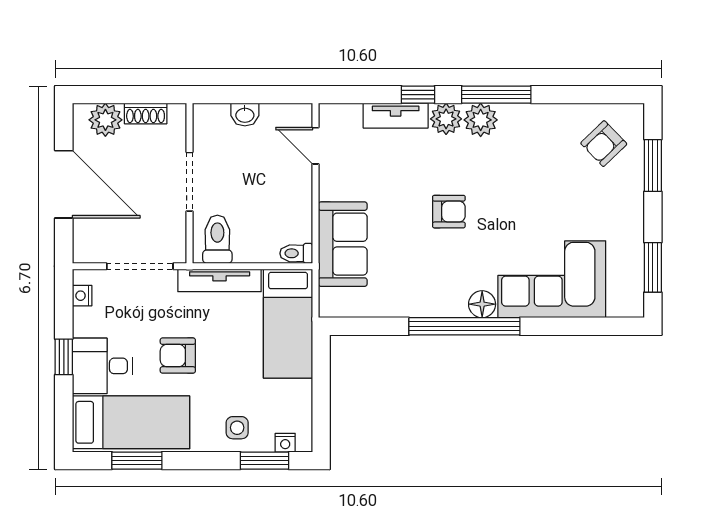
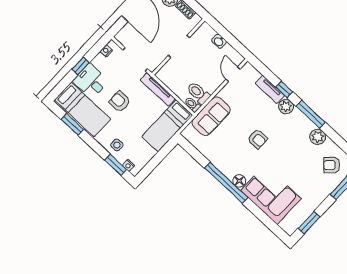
plant: (481, 120) -> (318, 137), moved
toilet: (217, 239) -> (198, 93), moved, turned -90

